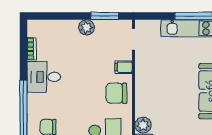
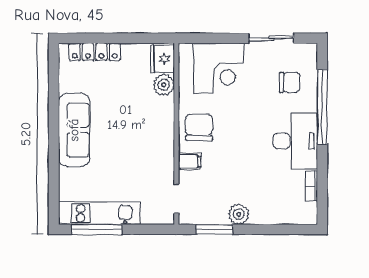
desk: (44, 77) -> (295, 141), width x1.37
chair: (116, 93) -> (199, 127), turned -90

